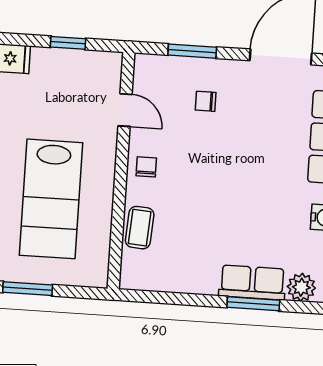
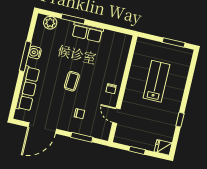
lab bench: (51, 199) -> (156, 81), width x0.73, depth x0.72
coffee table: (140, 228) -> (72, 81), moved
row of seats: (252, 282) -> (87, 32), moved

